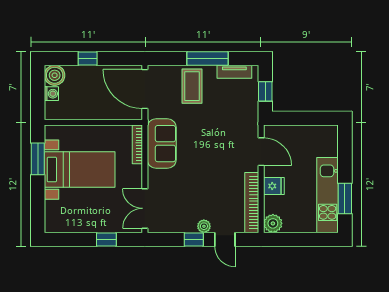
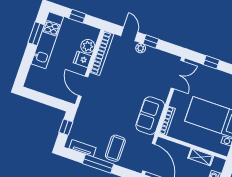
shelving: (78, 113) -> (201, 157), added
plant: (273, 223) -> (88, 46), moved
window: (299, 239) -> (77, 16), added

